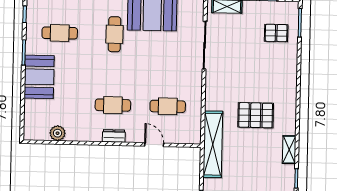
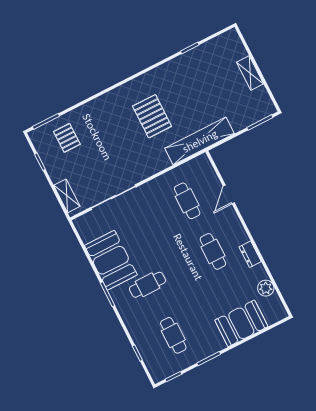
booth: (39, 77) -> (241, 323), moved
dresser: (114, 136) -> (250, 254), moved
shelving: (289, 150) -> (167, 69), removed

